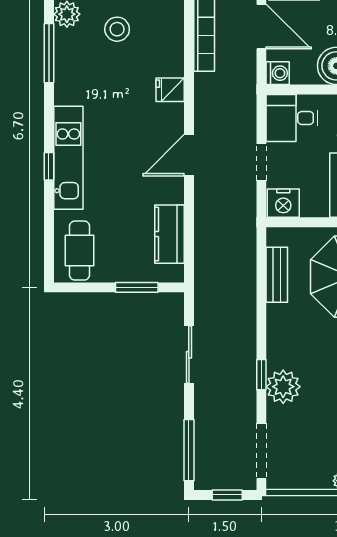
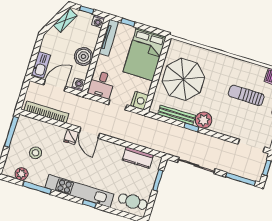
door: (189, 155) -> (89, 133), moved
kitchen unit: (68, 158) -> (79, 191), width x1.36
bench: (277, 275) -> (177, 115), width x1.36
sliding door: (189, 355) -> (196, 166), width x1.37
window: (261, 375) -> (191, 127), moved
plant: (283, 387) -> (204, 120), moved

